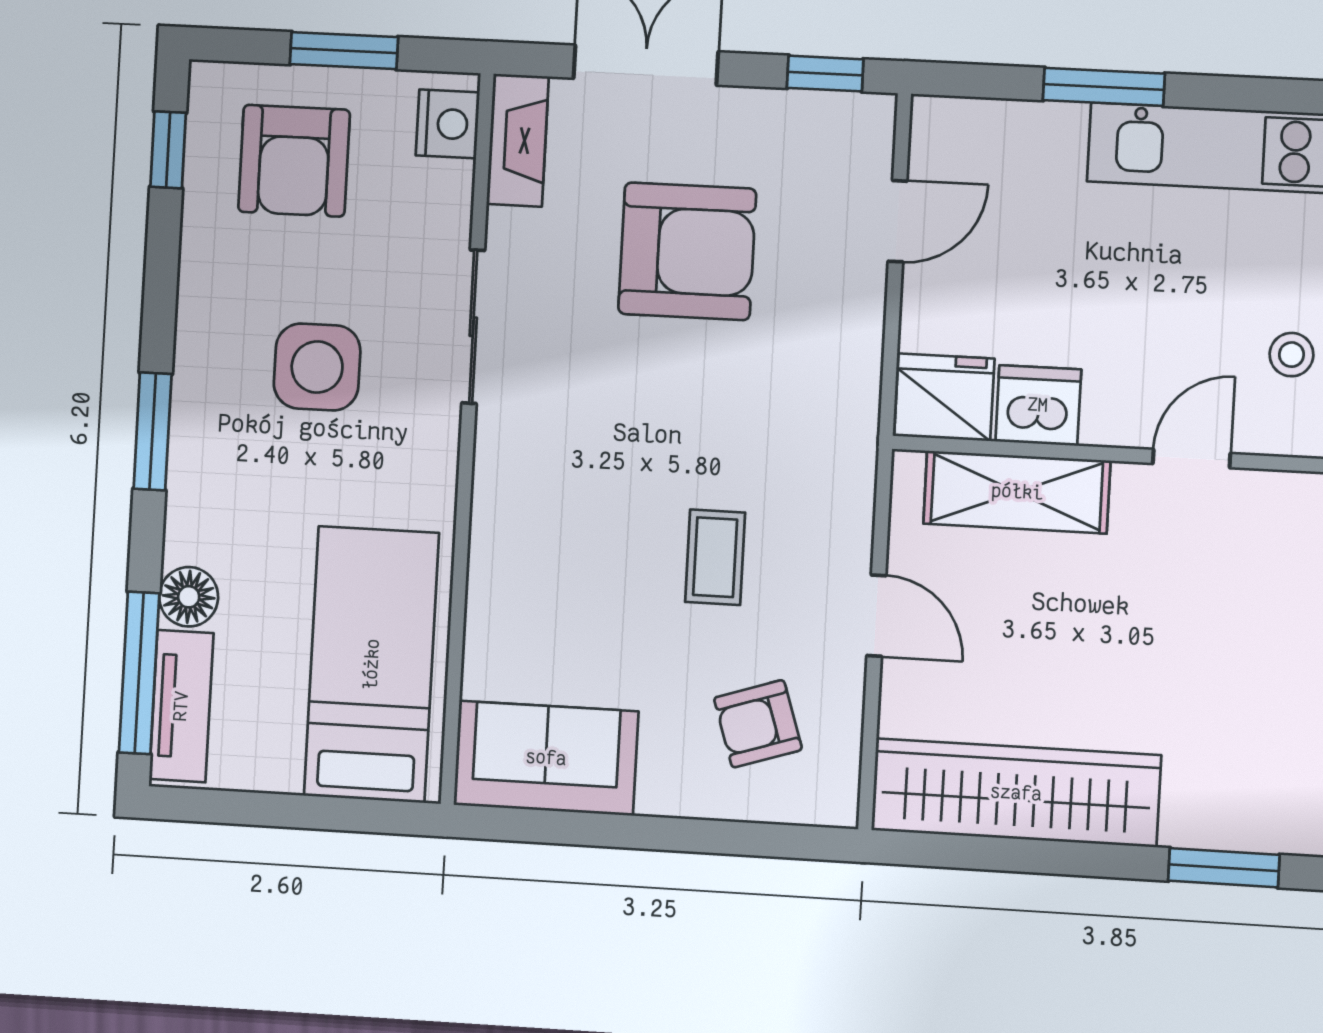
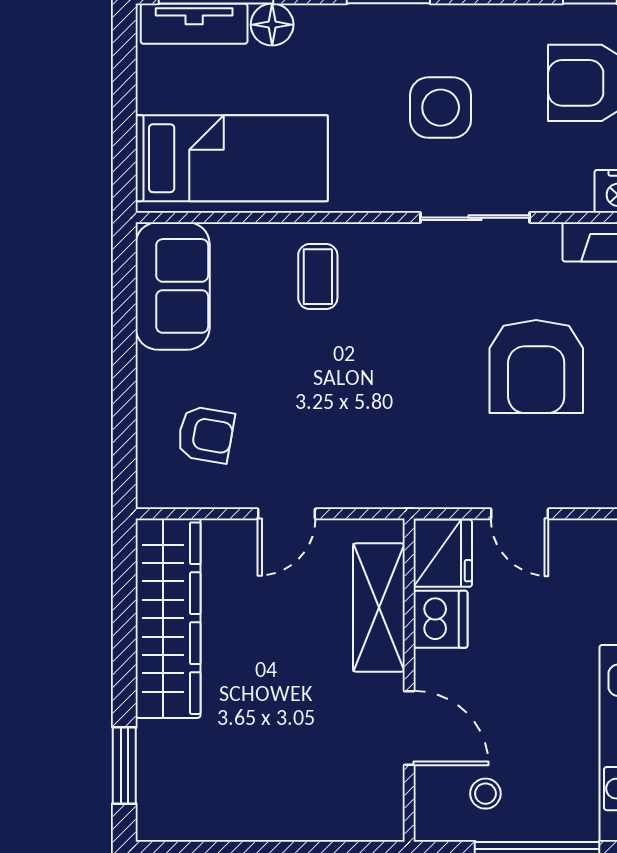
door: (898, 221) -> (520, 514), moved
door: (1192, 458) -> (409, 728), width x1.38
coffee table: (715, 557) -> (318, 277), moved, turned 90
armchair: (758, 724) -> (206, 435), turned 118

